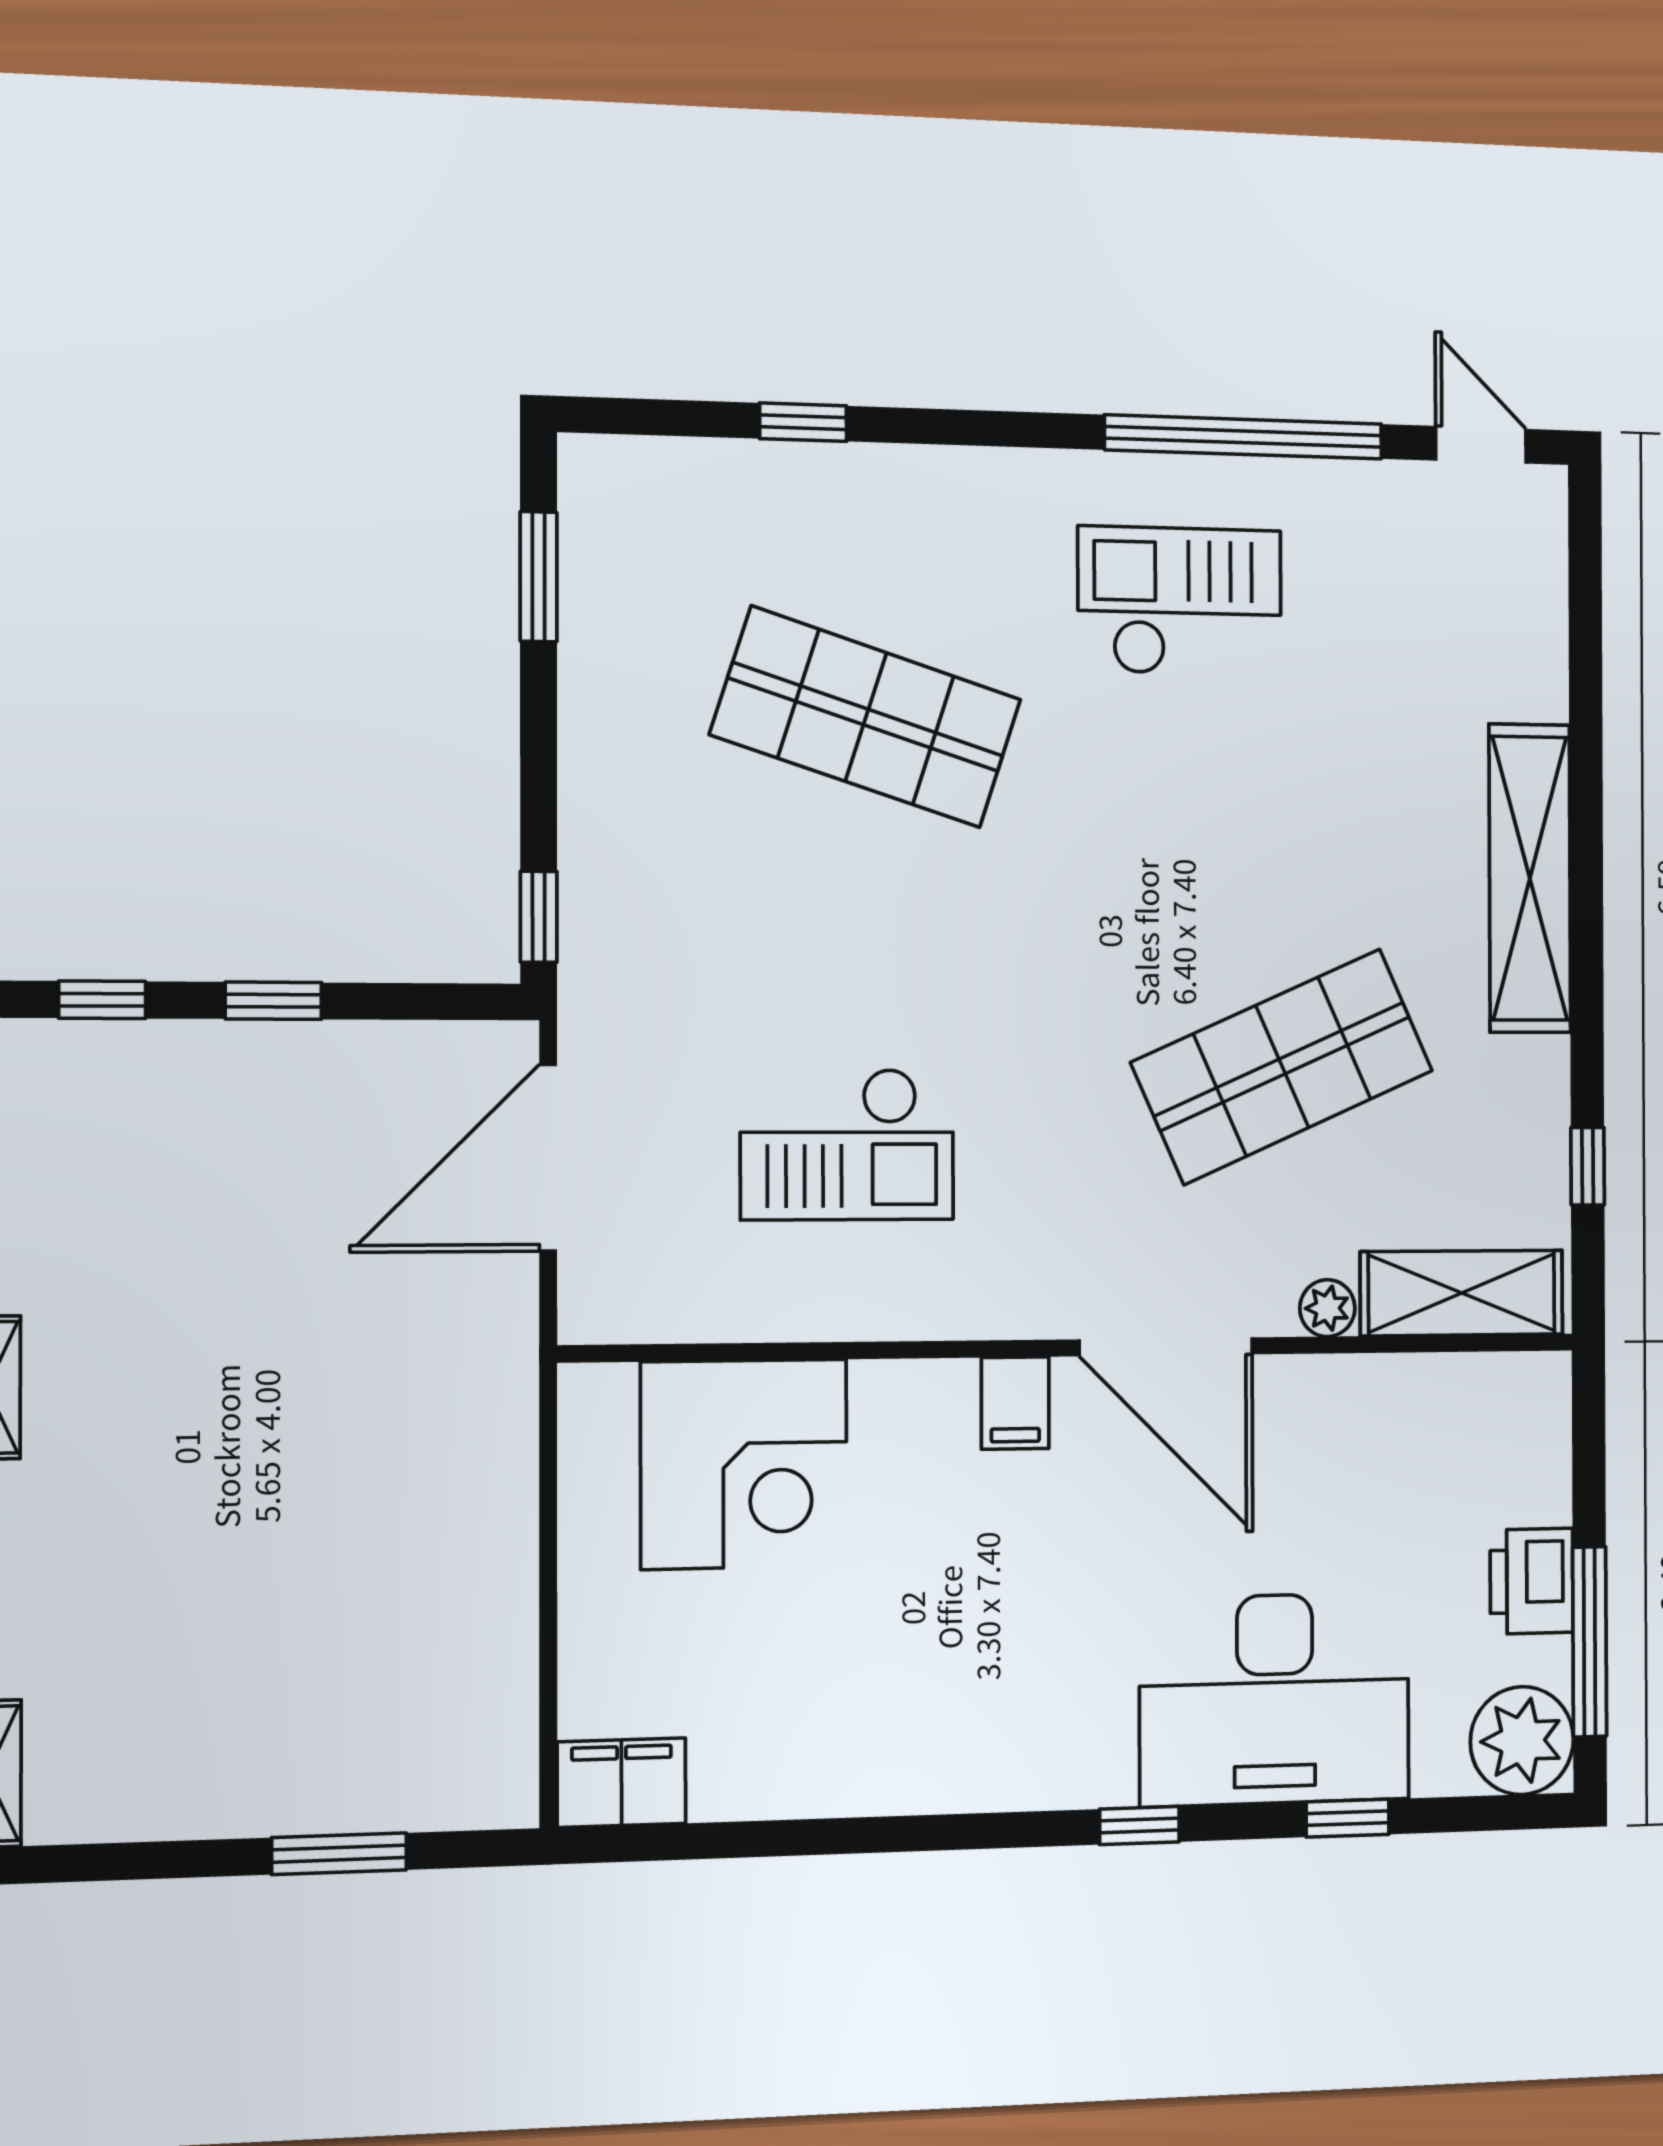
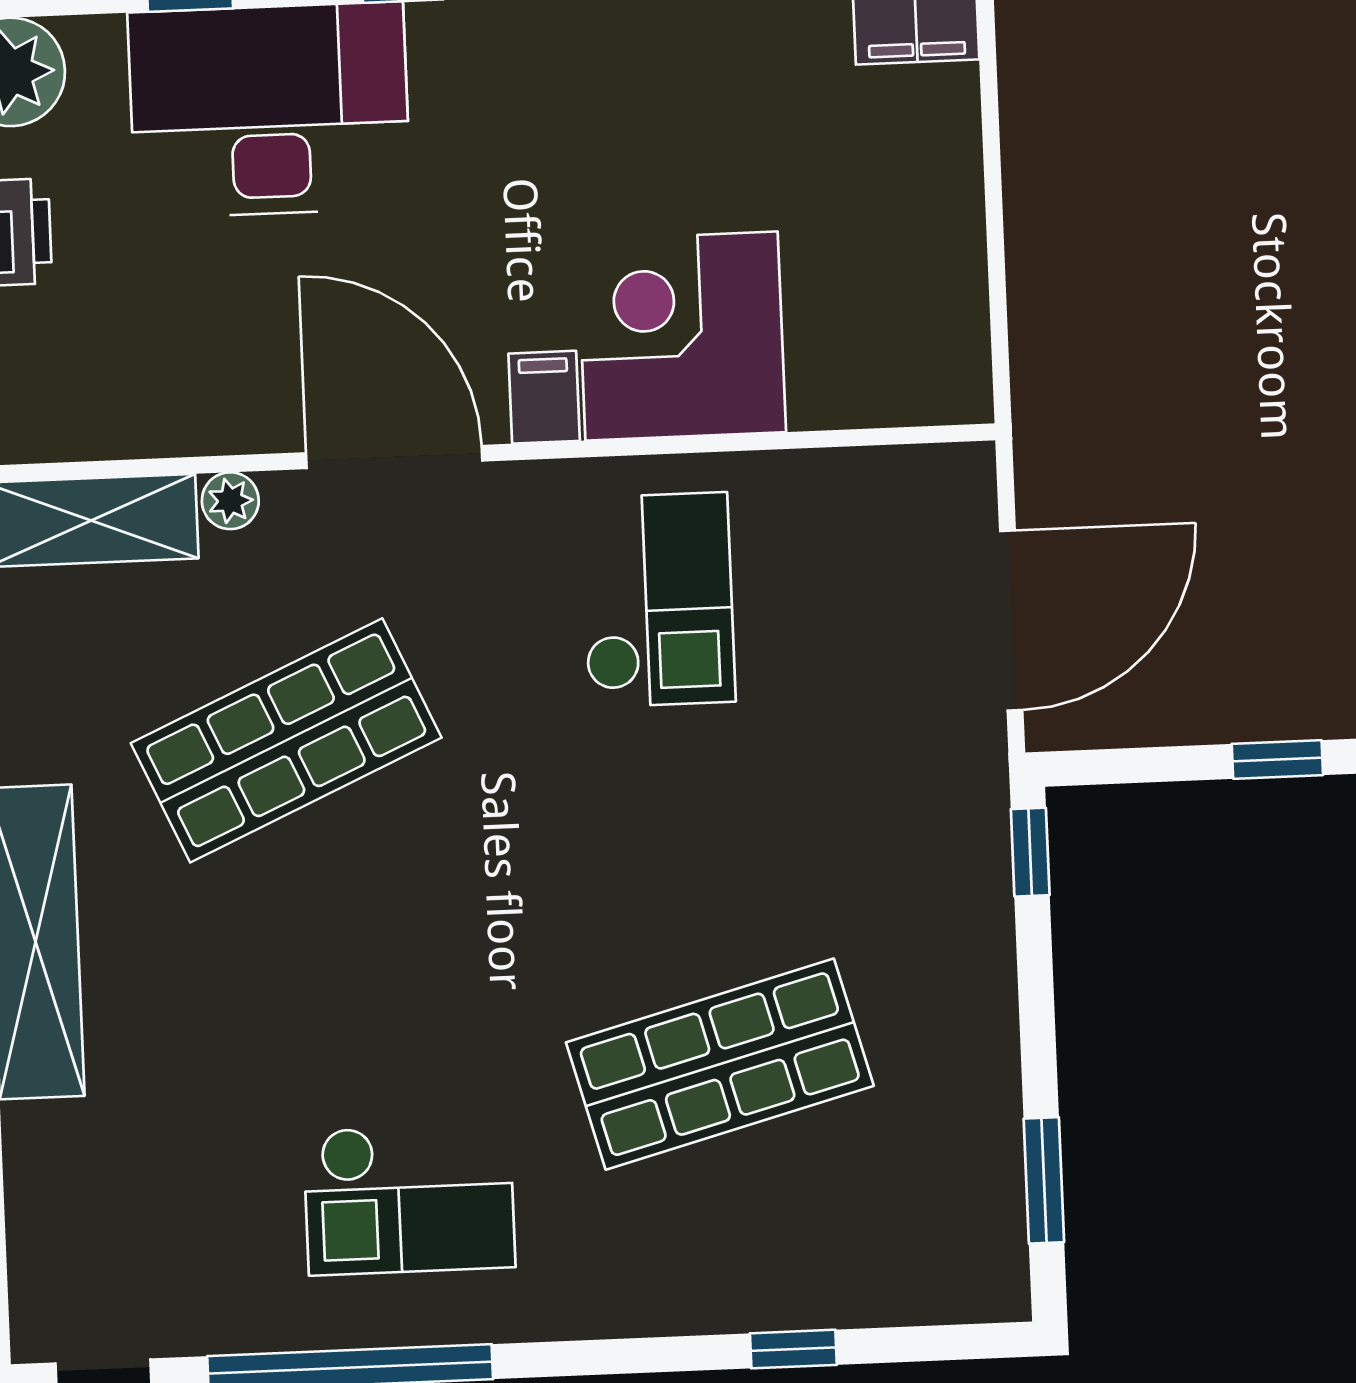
shop shelf: (866, 717) -> (720, 1064), turned -33
checkout: (847, 1144) -> (658, 600), moved, turned 90
corner desk: (744, 1464) -> (682, 336), moved

